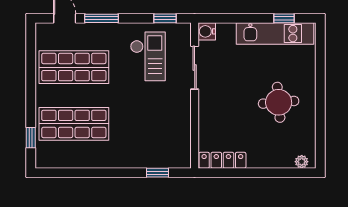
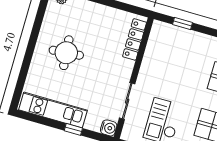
window: (284, 18) -> (73, 129), moved
locker: (222, 160) -> (135, 39), moved, turned 90

